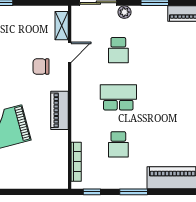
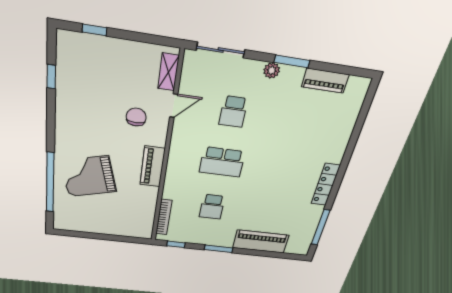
plant: (124, 12) -> (272, 70), moved
chair: (41, 67) -> (136, 117), turned 90
school desk: (118, 97) -> (222, 162), turned 180

